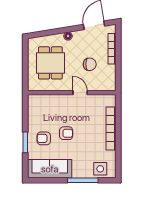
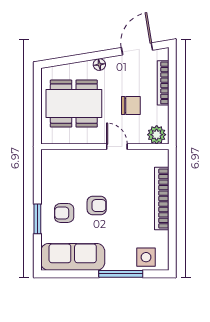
dining table: (50, 63) -> (74, 104), width x1.38
plant: (107, 84) -> (157, 135), added

